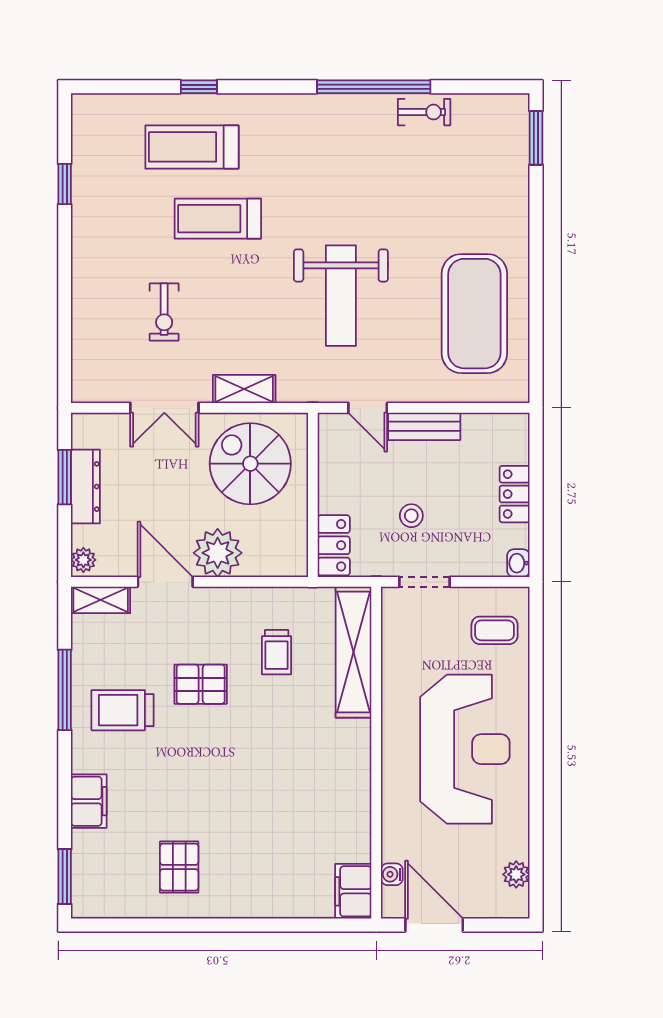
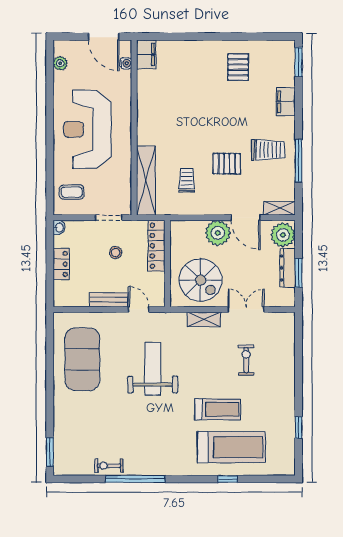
treadmill: (192, 147) -> (231, 447), width x1.37, depth x1.38
locker: (334, 545) -> (157, 246), width x1.53
plant: (83, 560) -> (283, 235), width x1.88, depth x1.88

